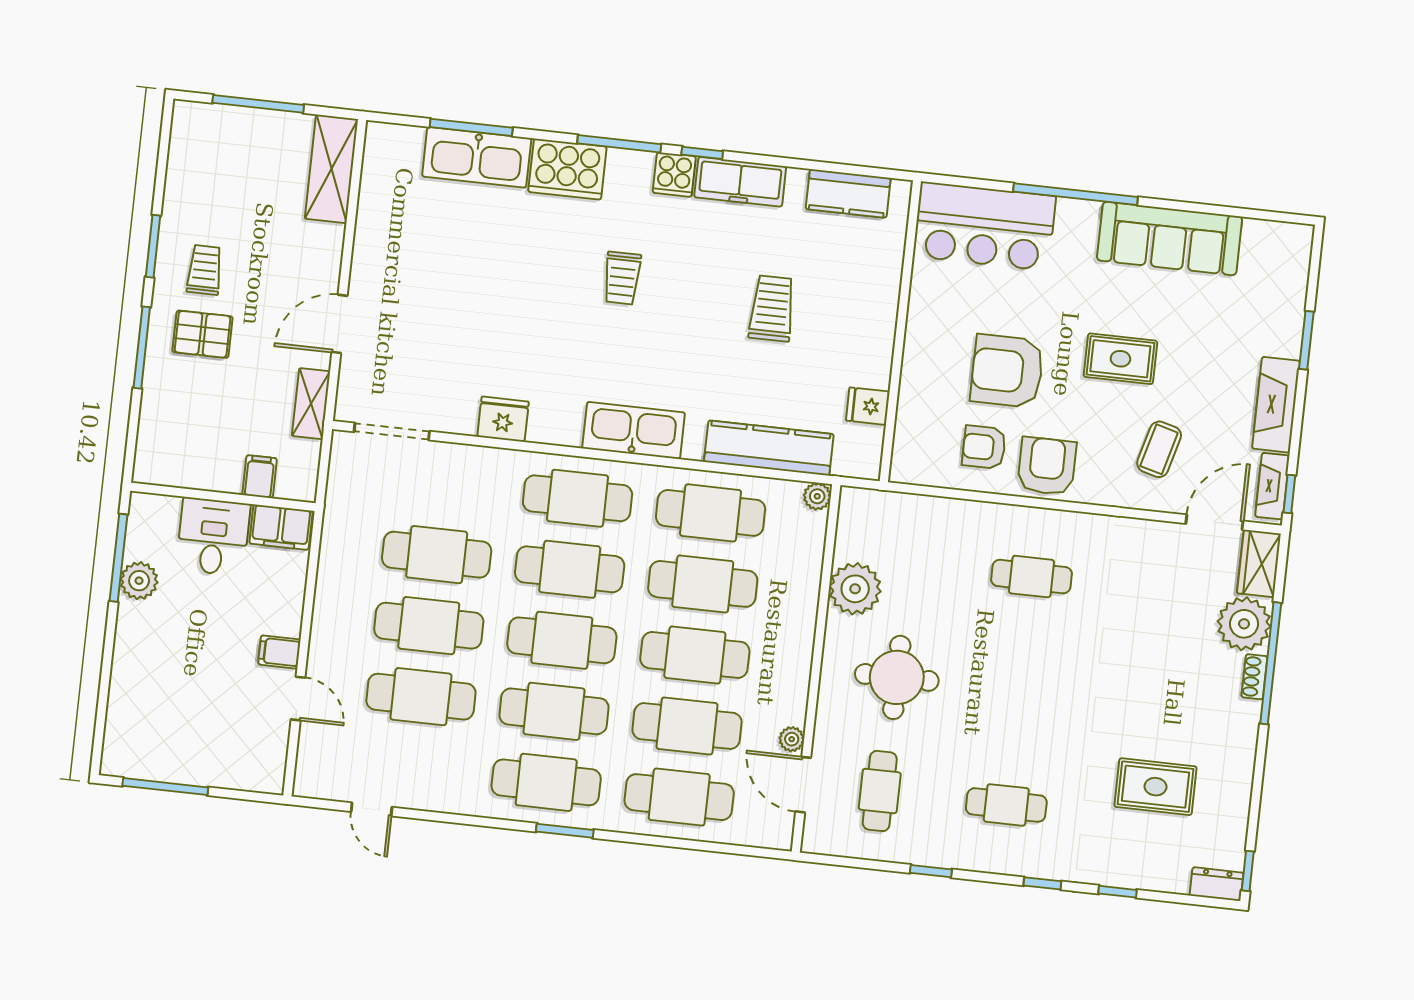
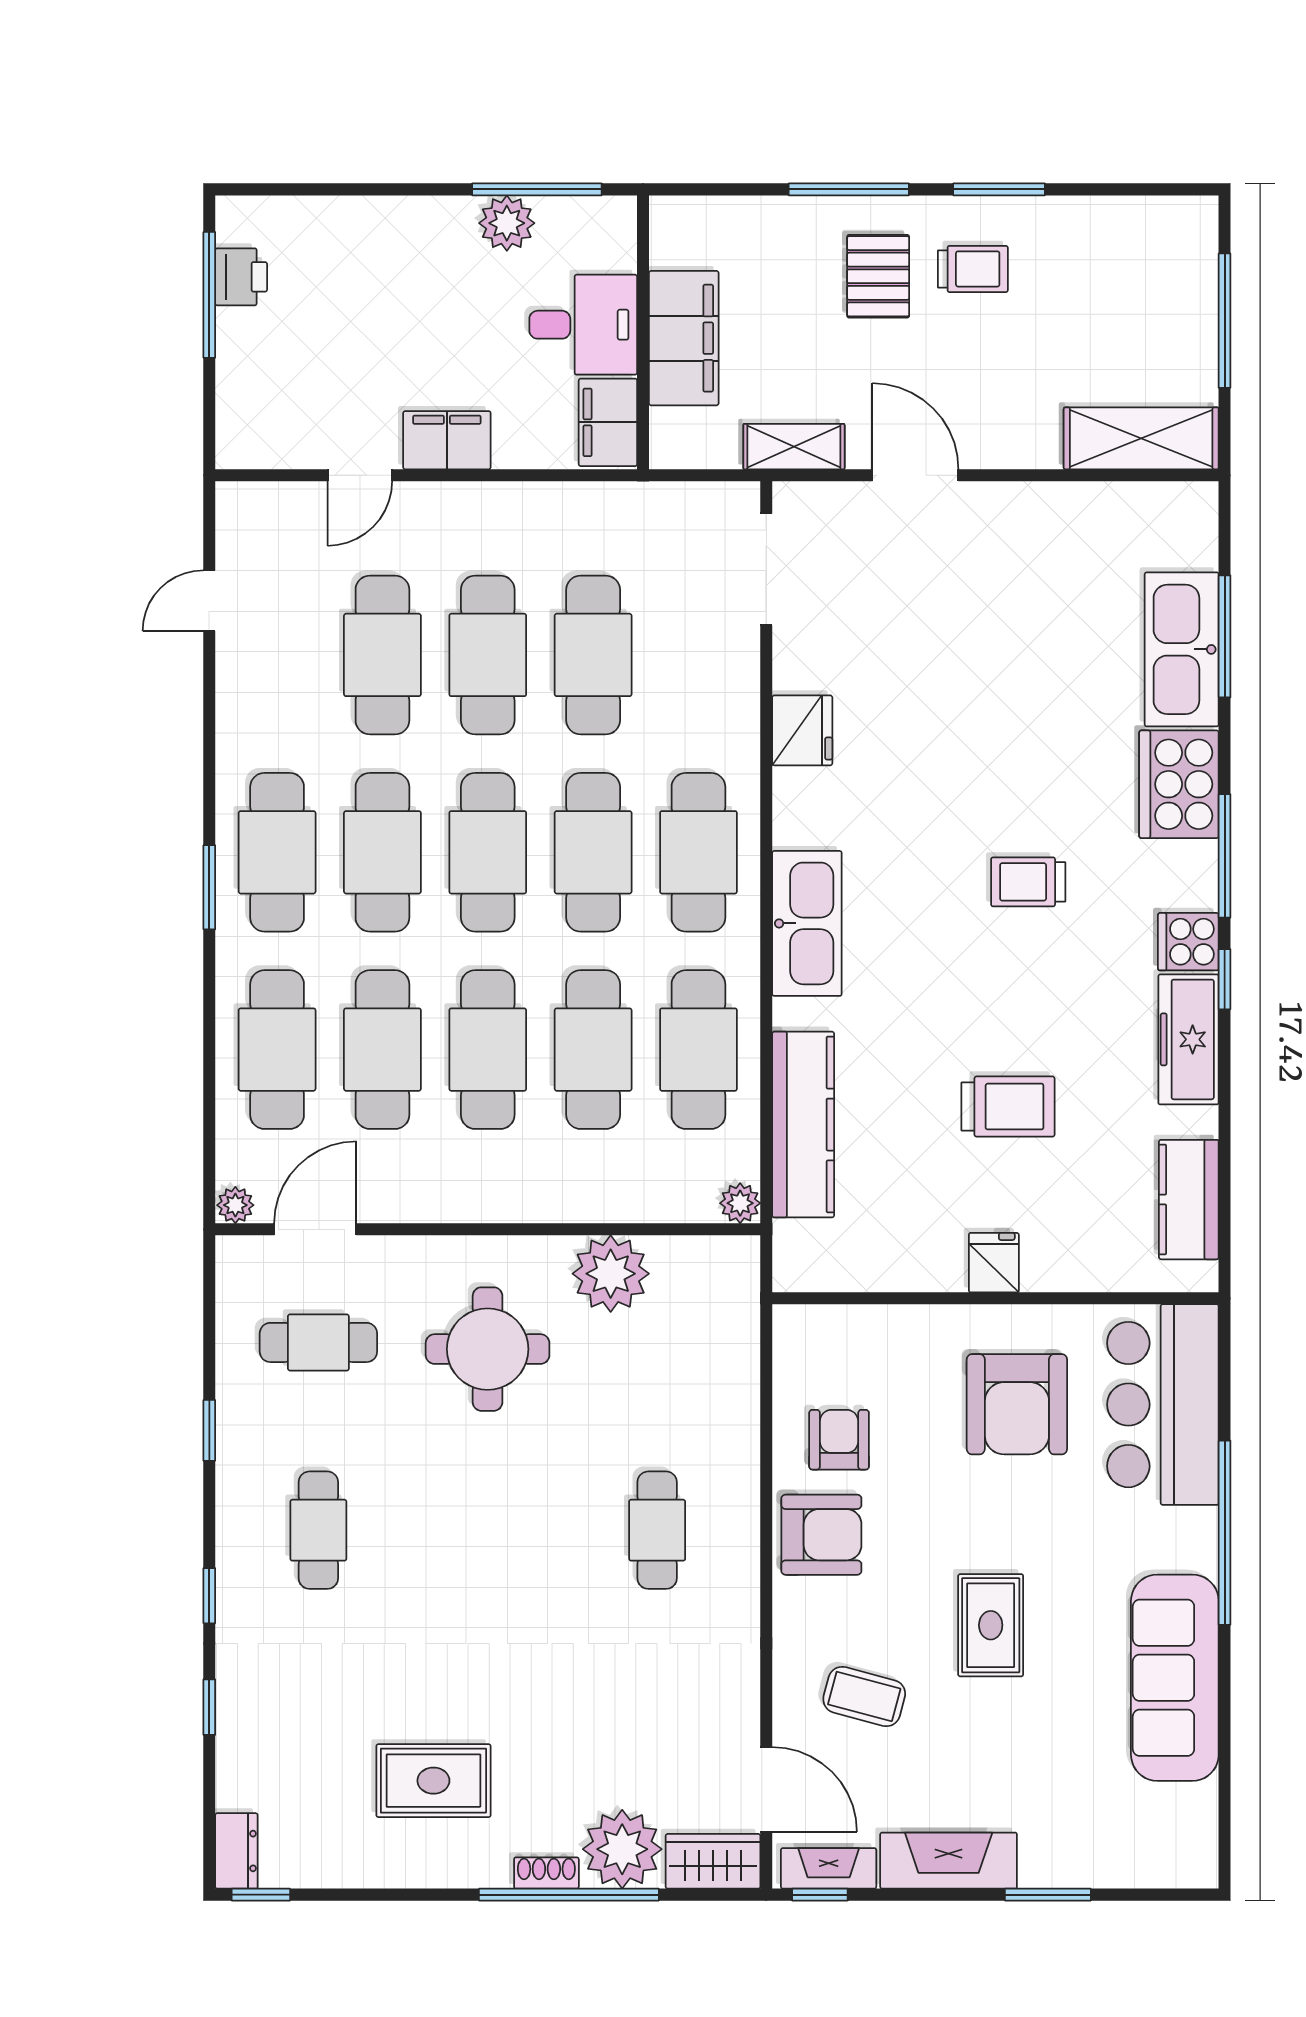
armchair: (1007, 371) -> (1017, 1404), moved, turned 180
fridge: (868, 406) -> (994, 1263), moved
filing cabinet: (260, 477) -> (684, 338), width x3.00, depth x1.17
filing cabinet: (279, 652) -> (447, 440), width x2.00
plant: (792, 739) -> (235, 1205), moved
printer: (155, 764) -> (241, 277), added
rug: (1156, 787) -> (433, 1781), moved, turned 90

